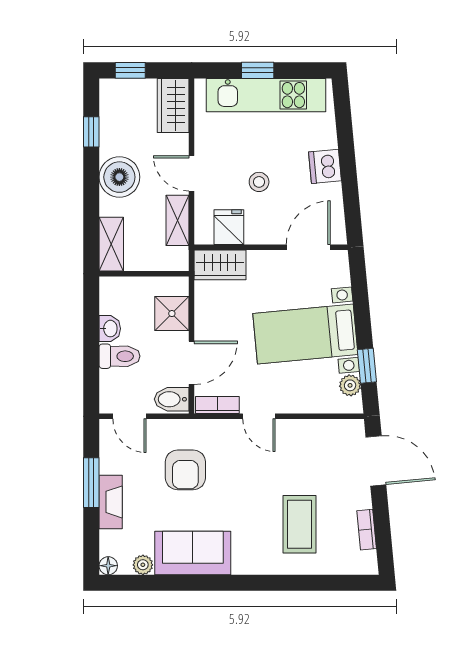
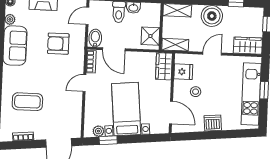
stool: (259, 182) -> (196, 92), moved
shelving: (178, 220) -> (175, 45), moved
shower: (172, 314) -> (150, 36), moved

